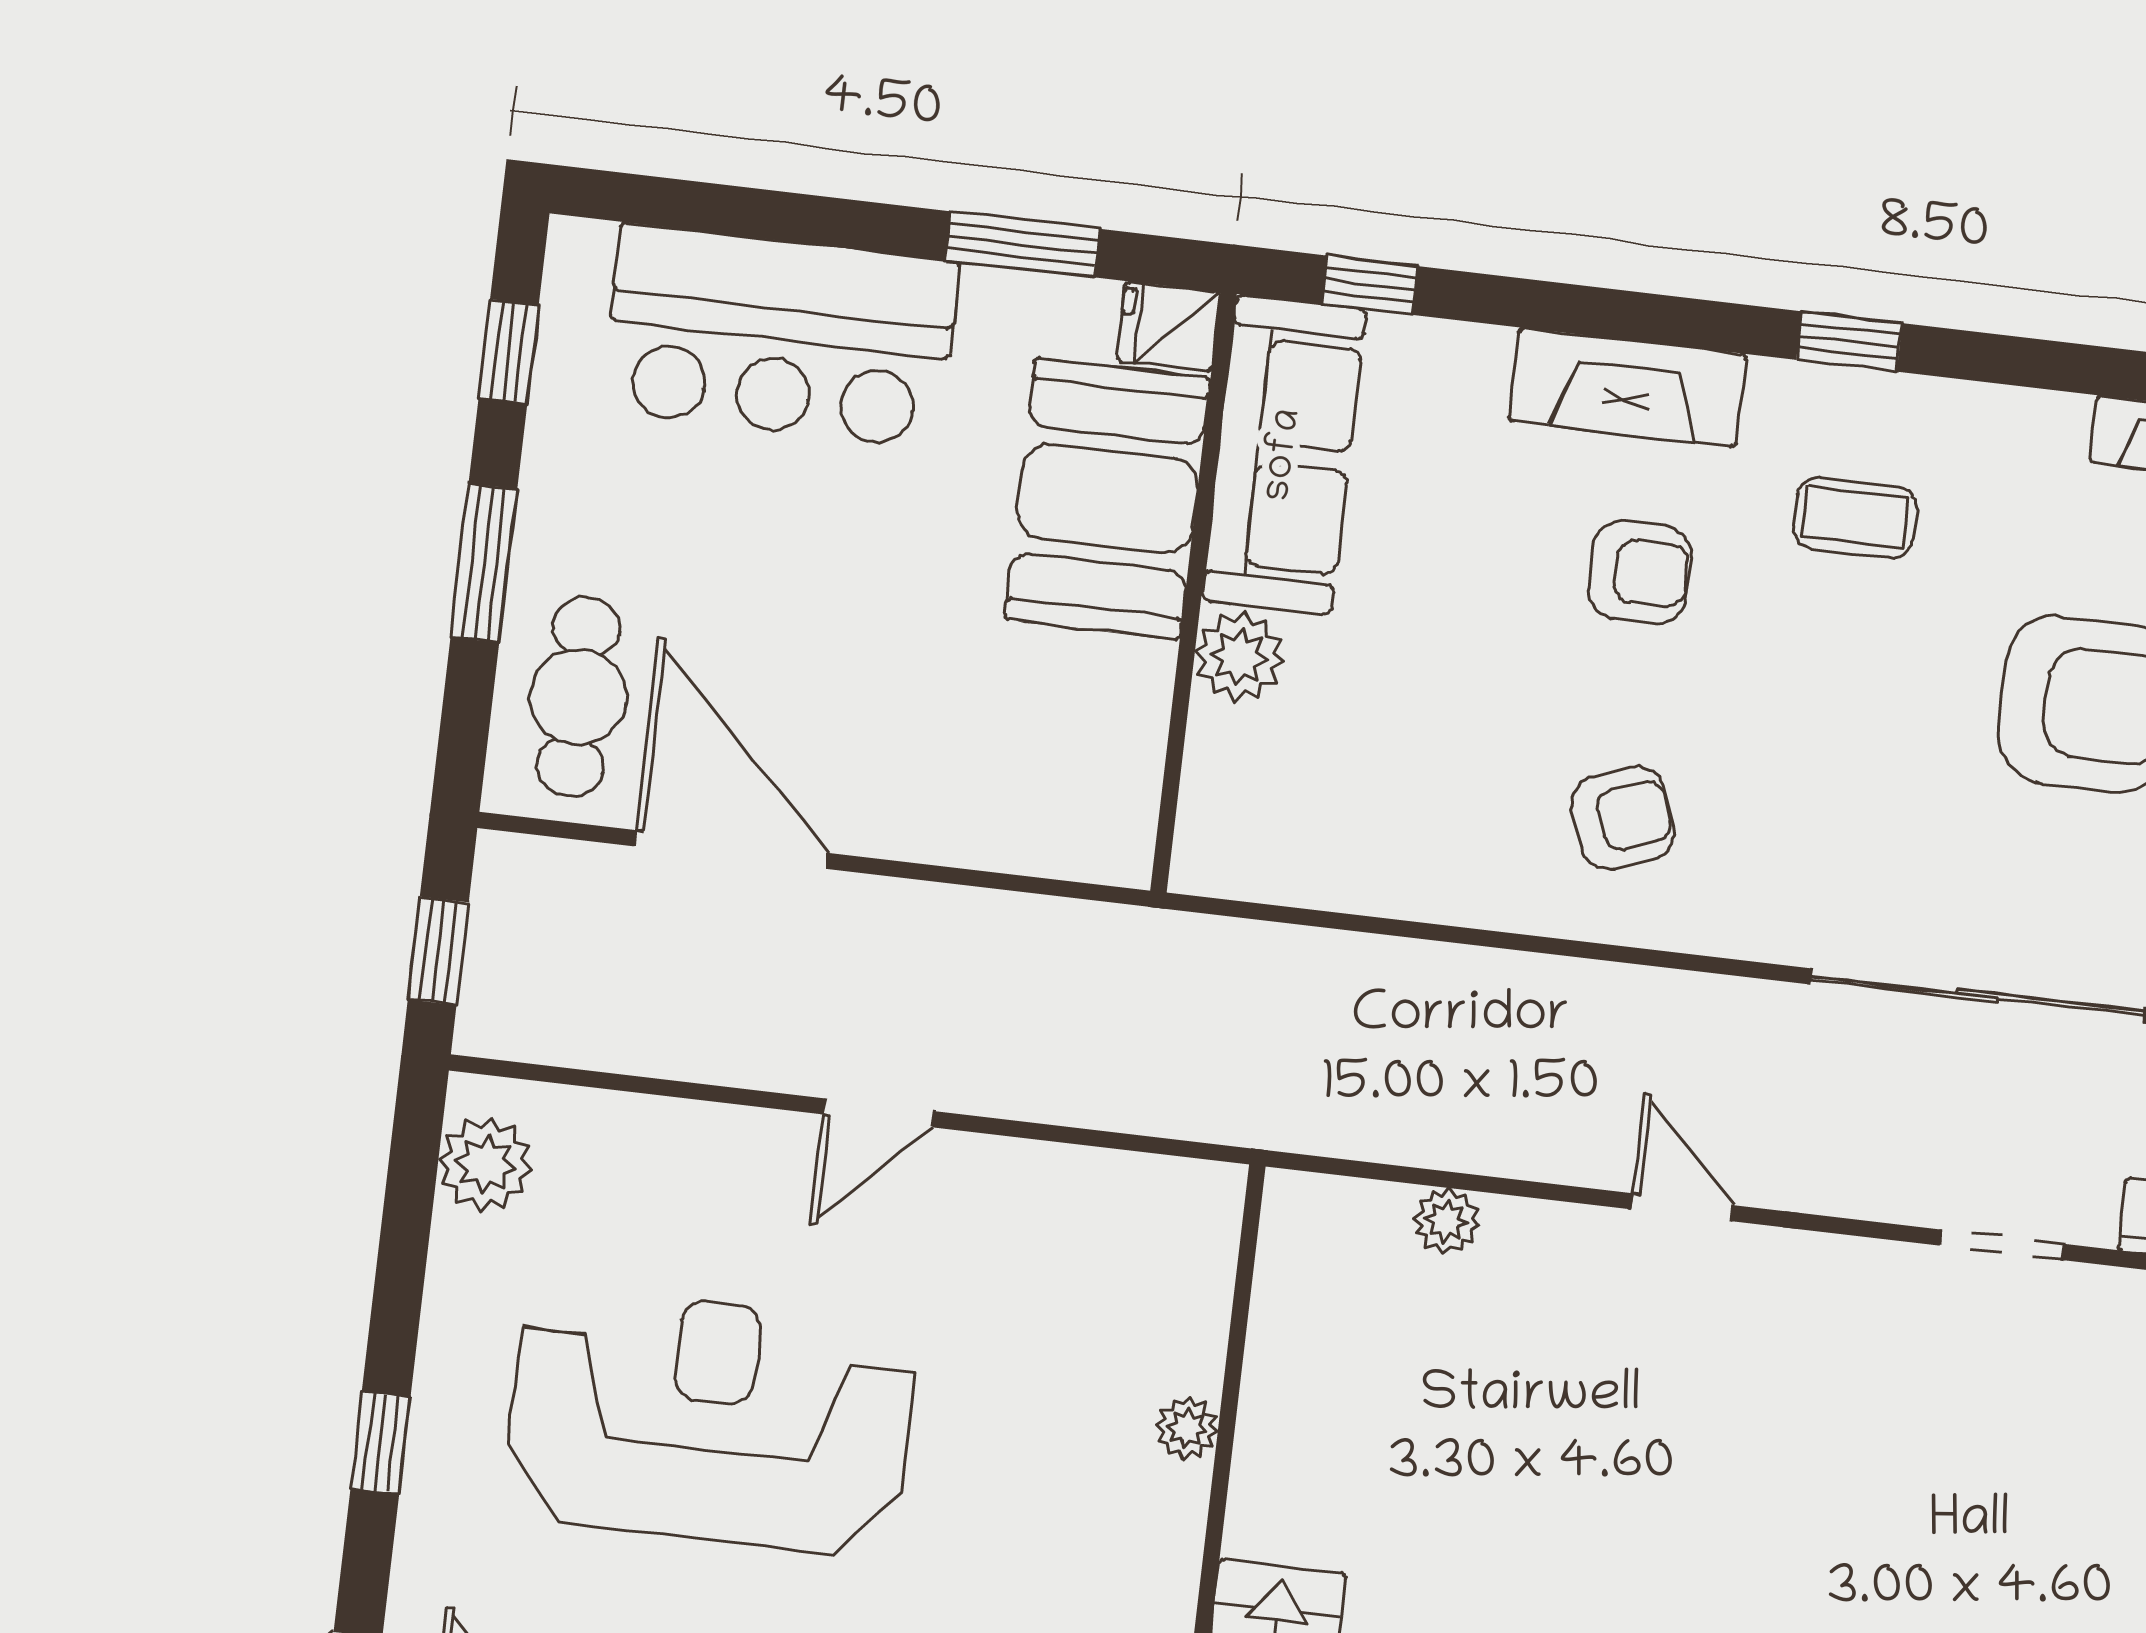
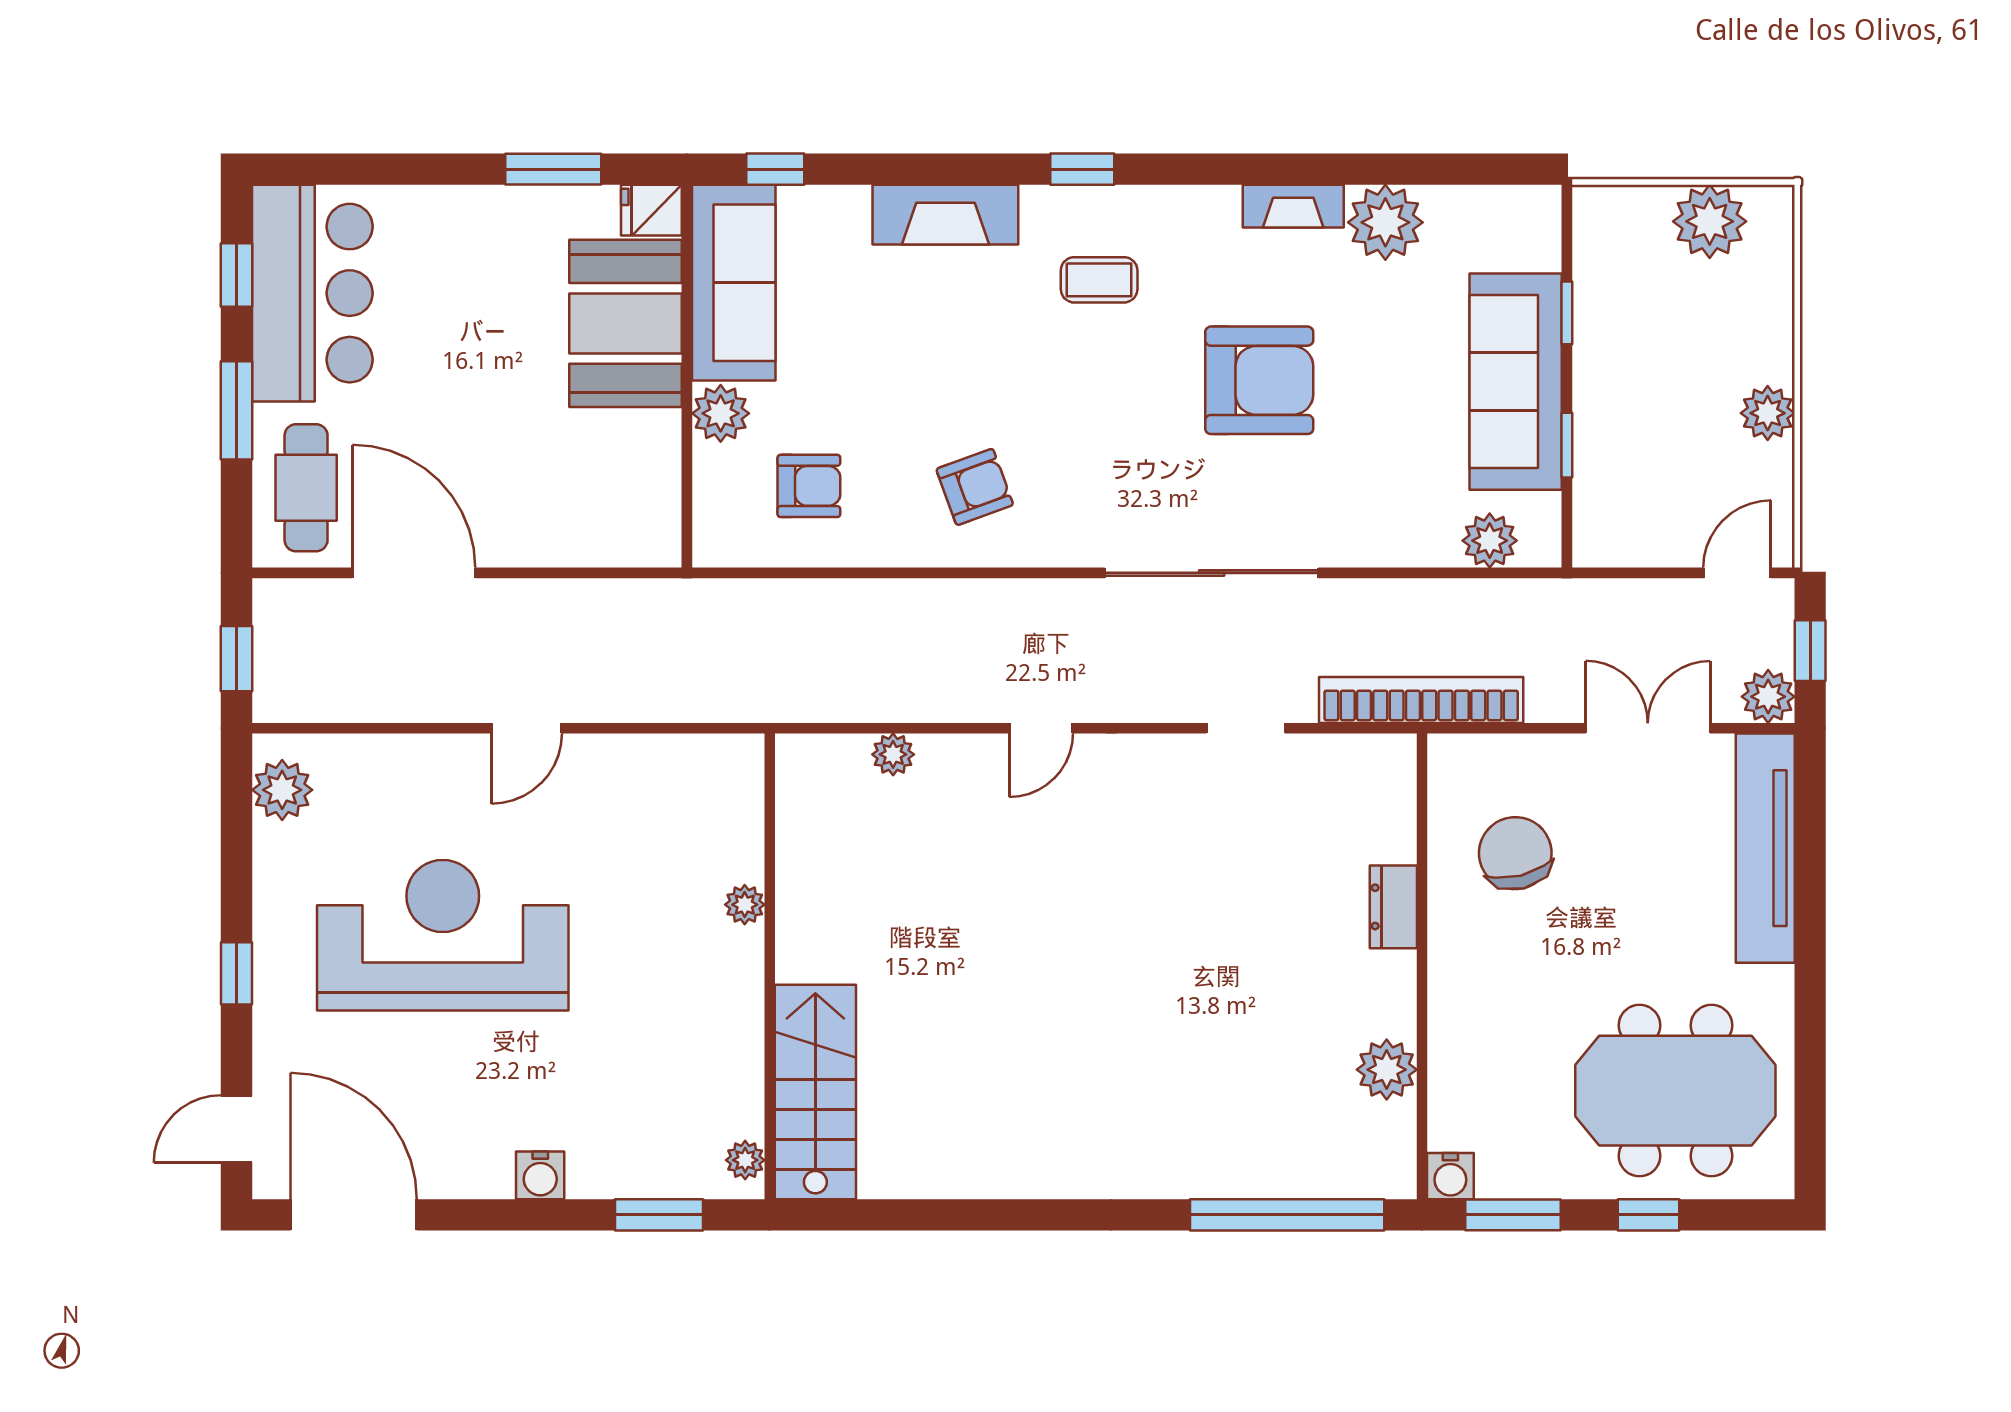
bar counter: (780, 336) -> (312, 293), moved, turned -90
armchair: (1639, 572) -> (809, 486), moved
door: (1682, 1207) -> (1041, 728), swing flipped

